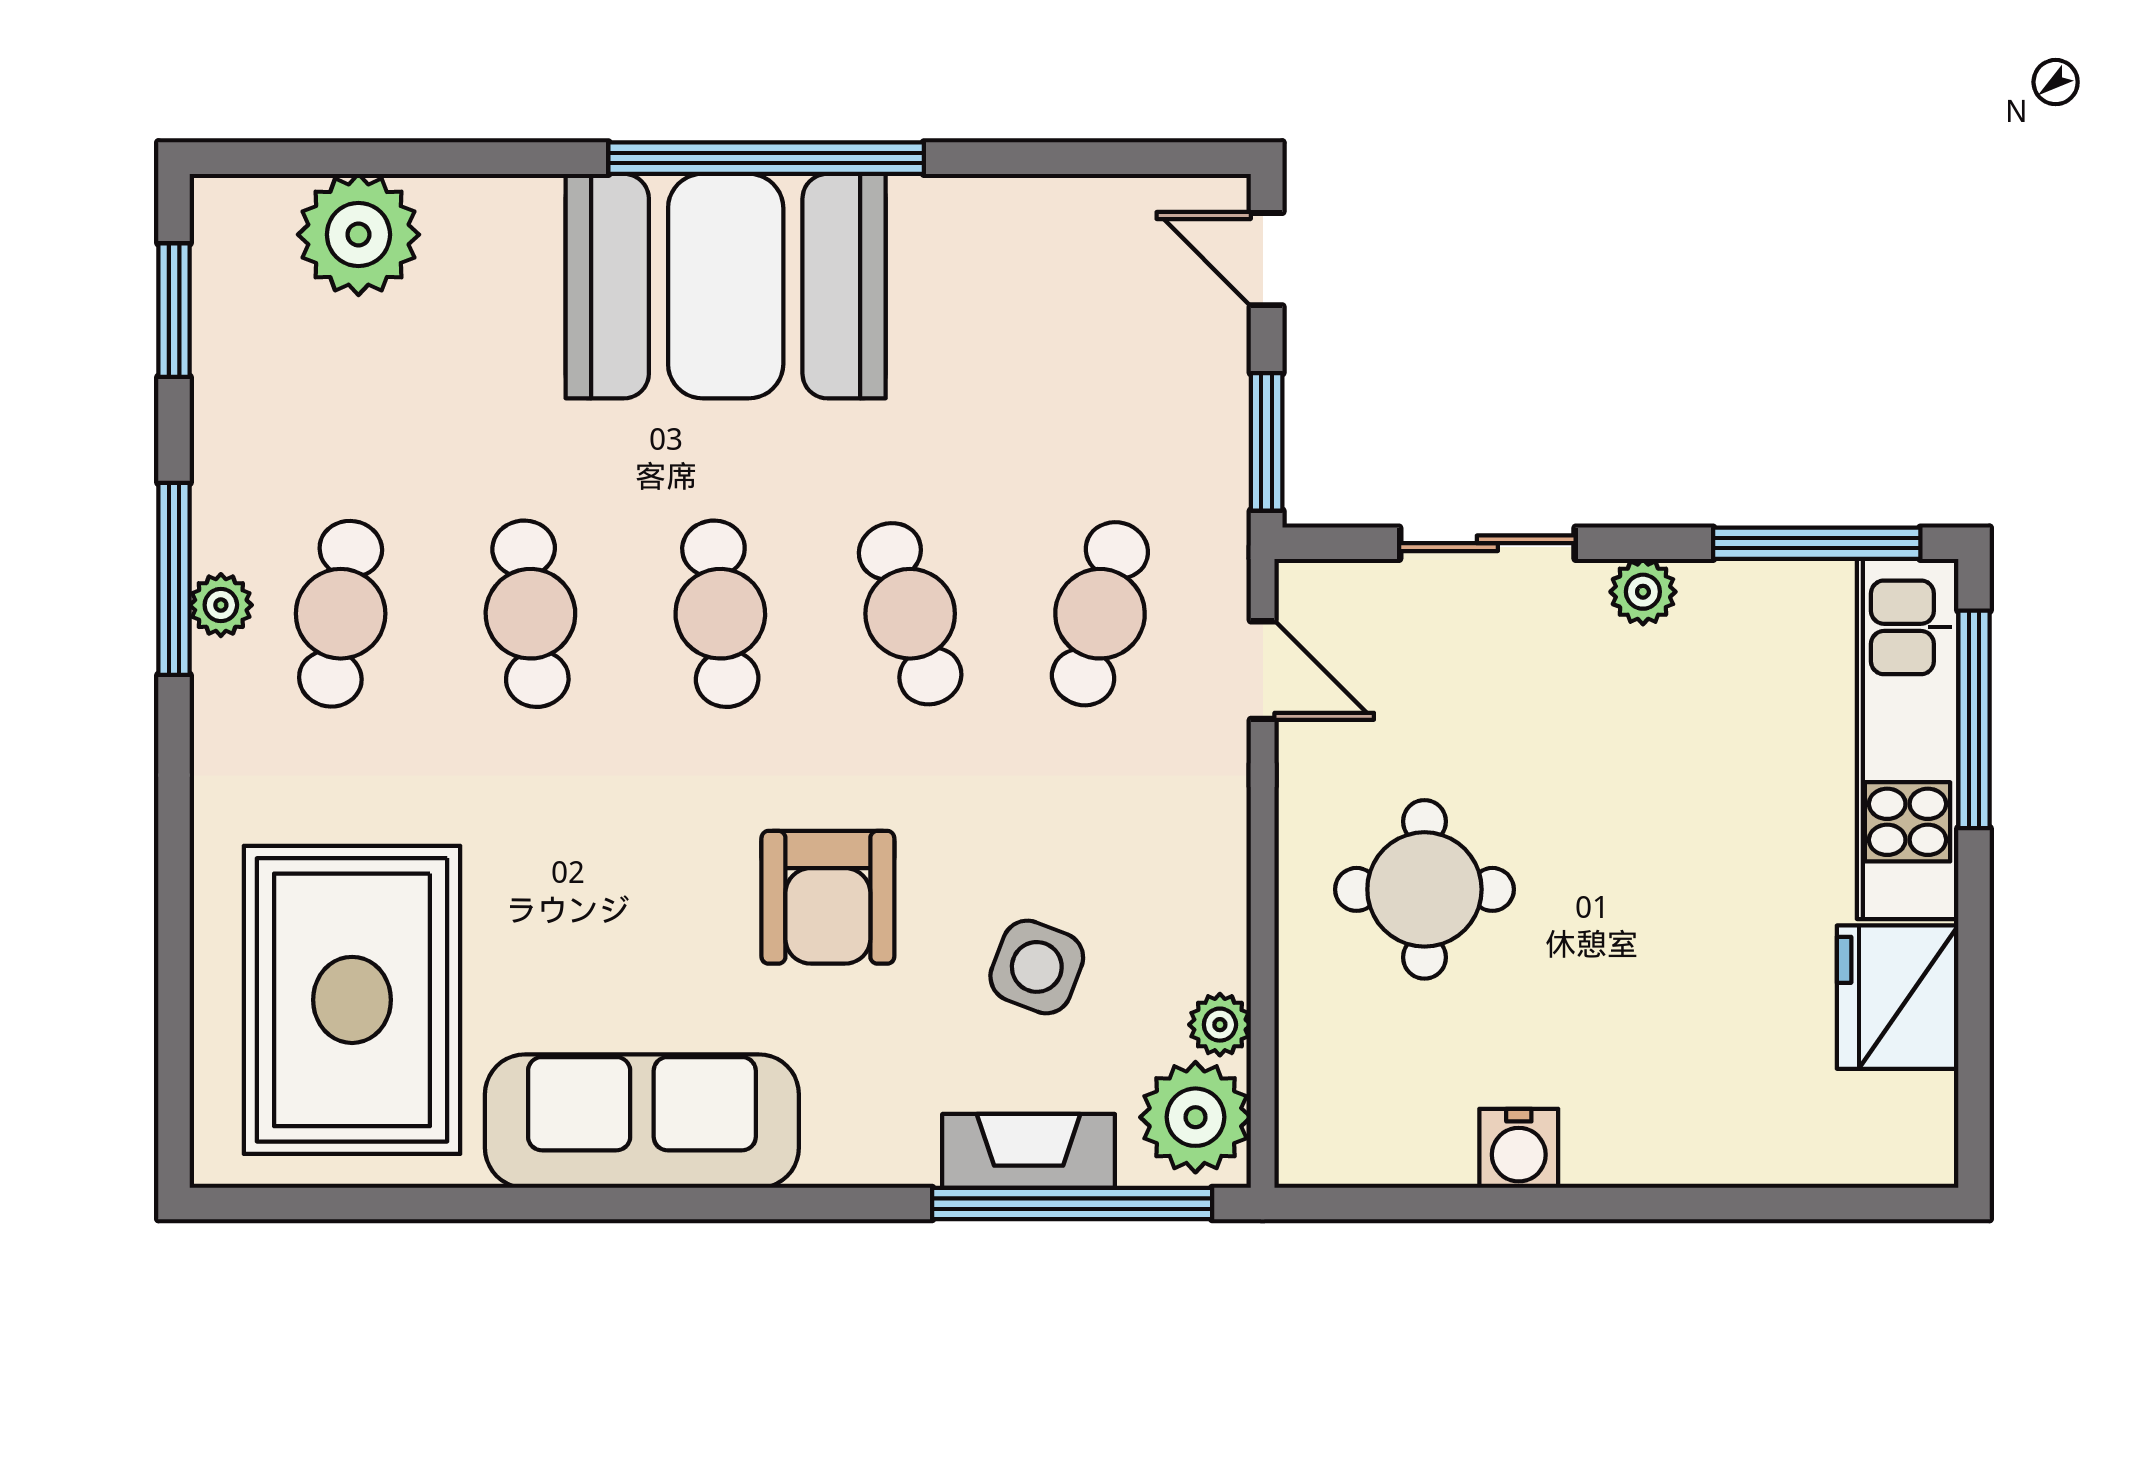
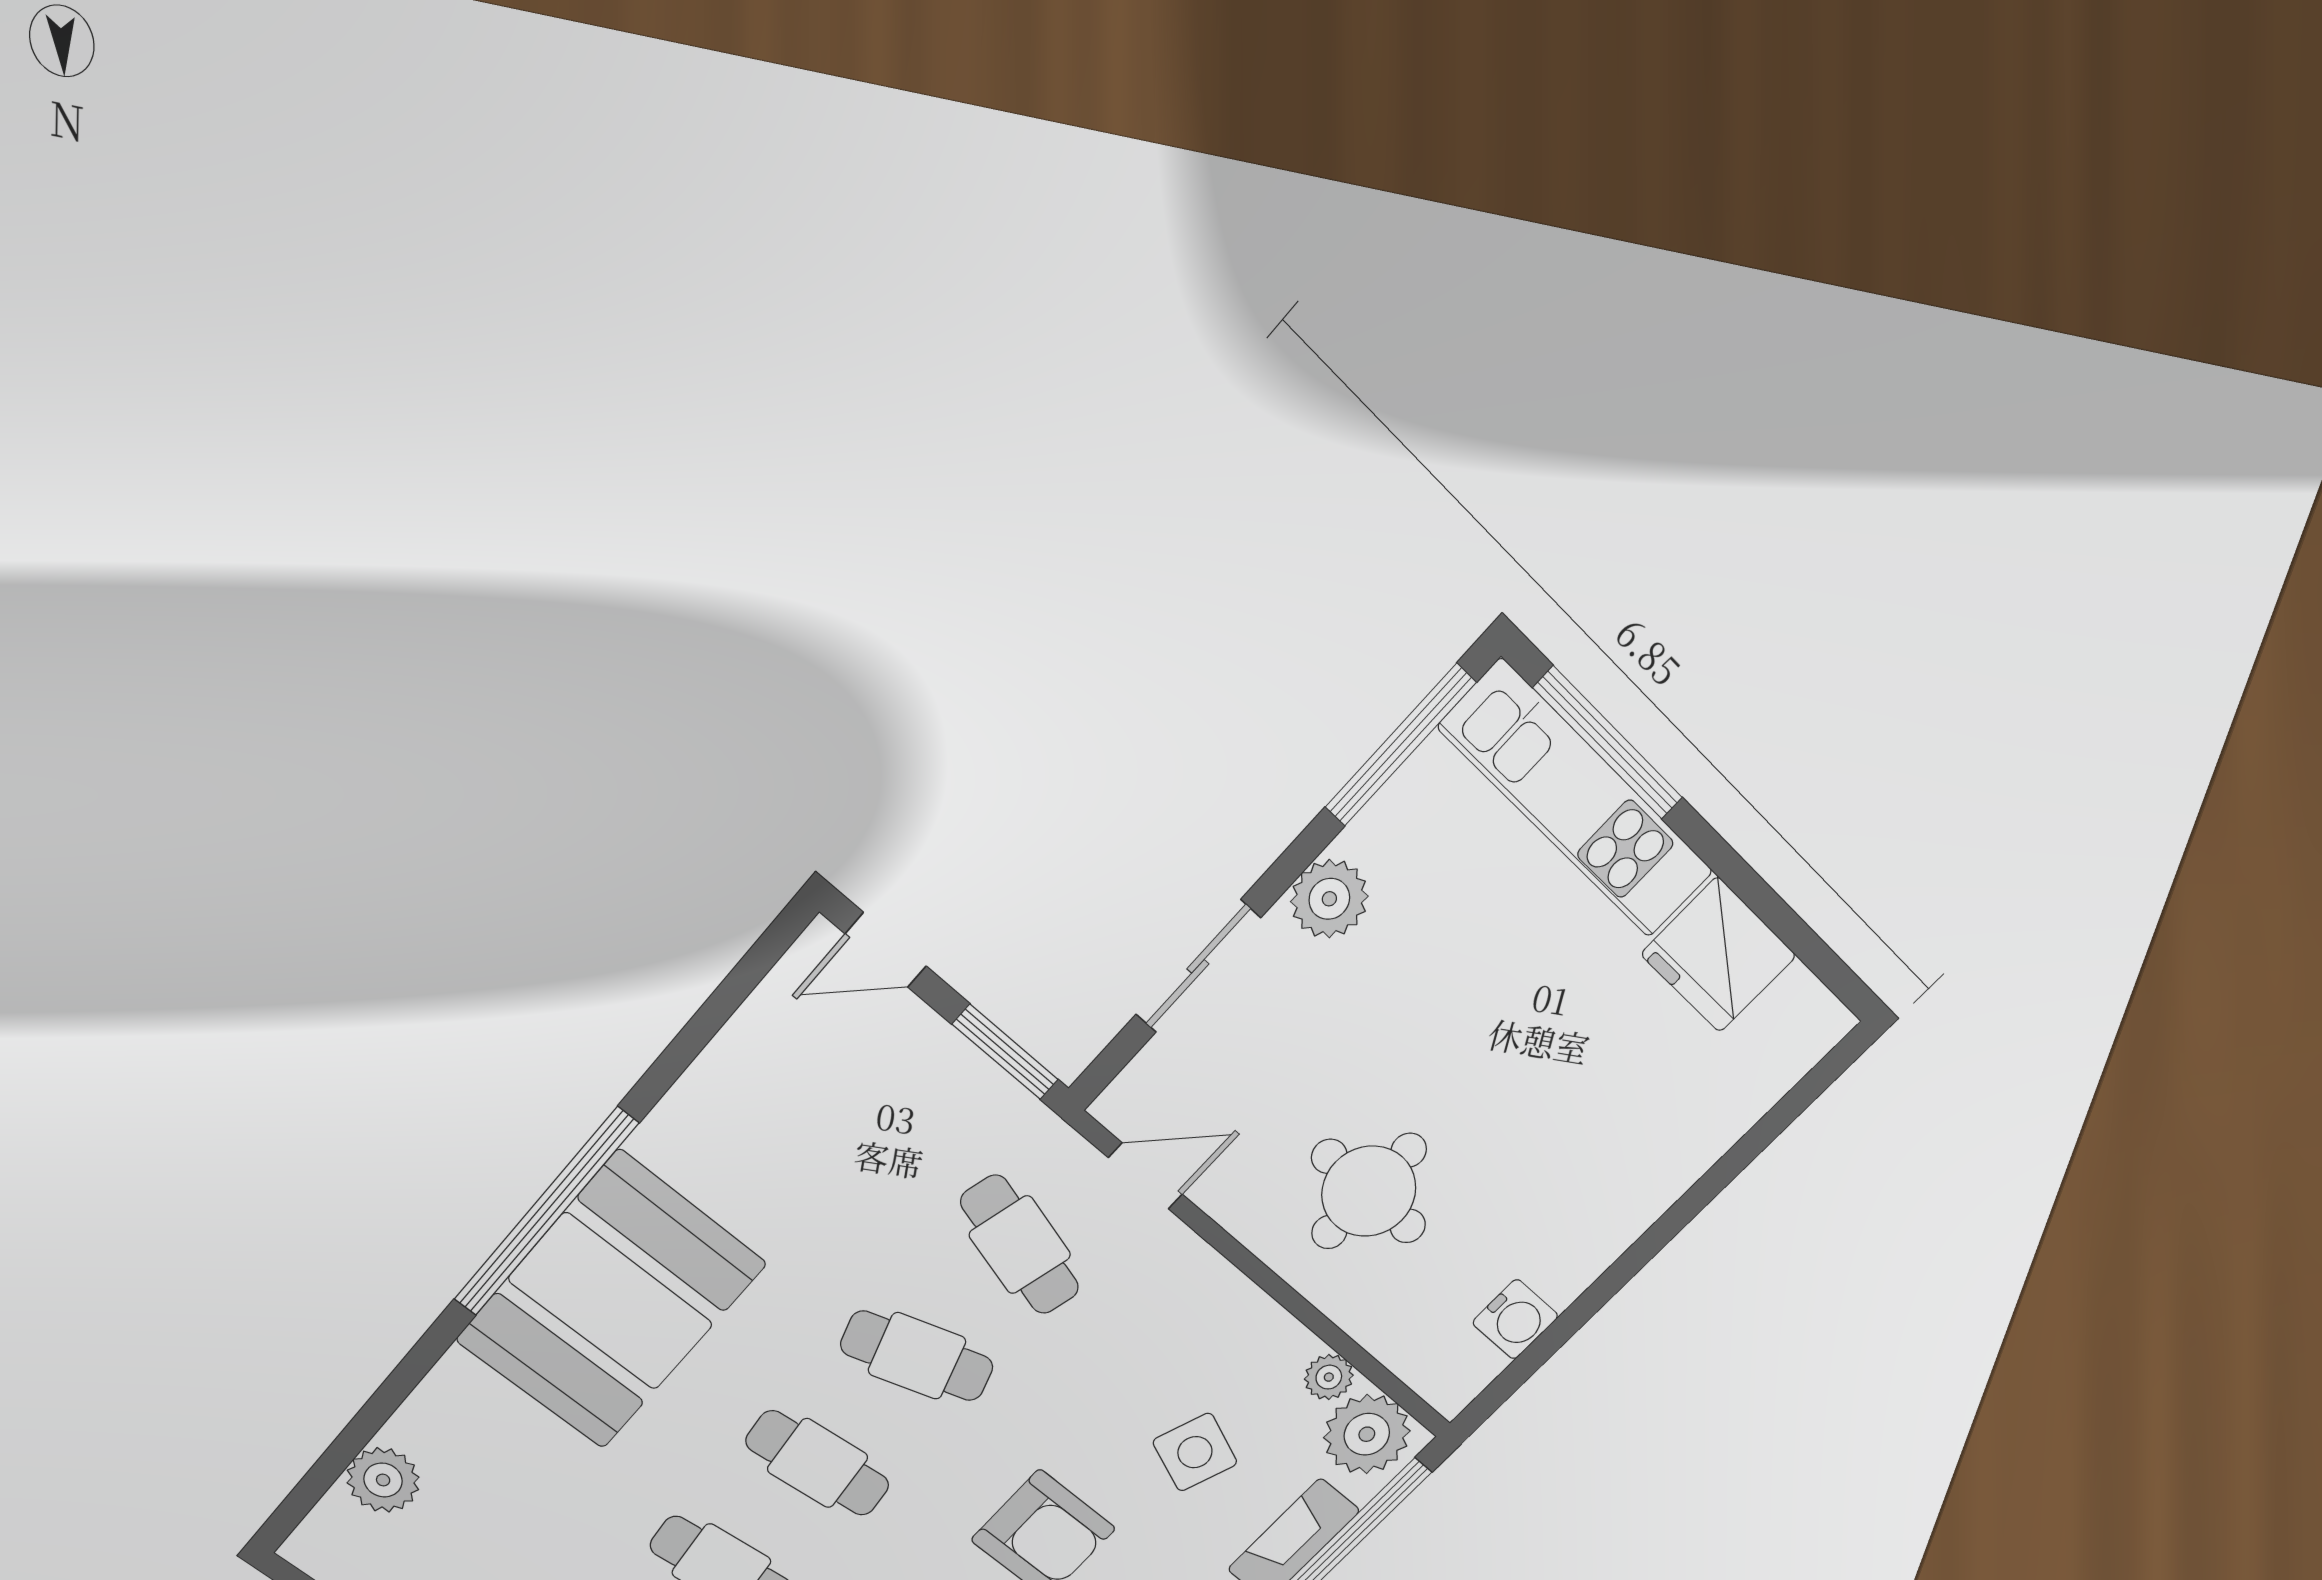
plant: (358, 235) -> (383, 1480), width x0.73, depth x0.73
plant: (1643, 592) -> (1329, 899), width x1.38, depth x1.38
water cooler: (1519, 1148) -> (1515, 1319), moved

